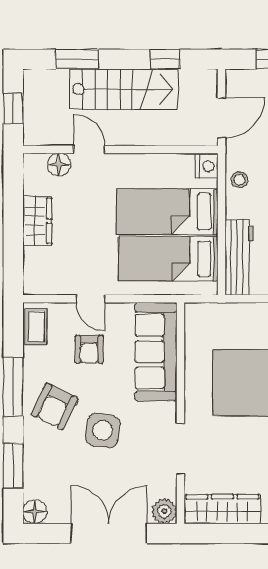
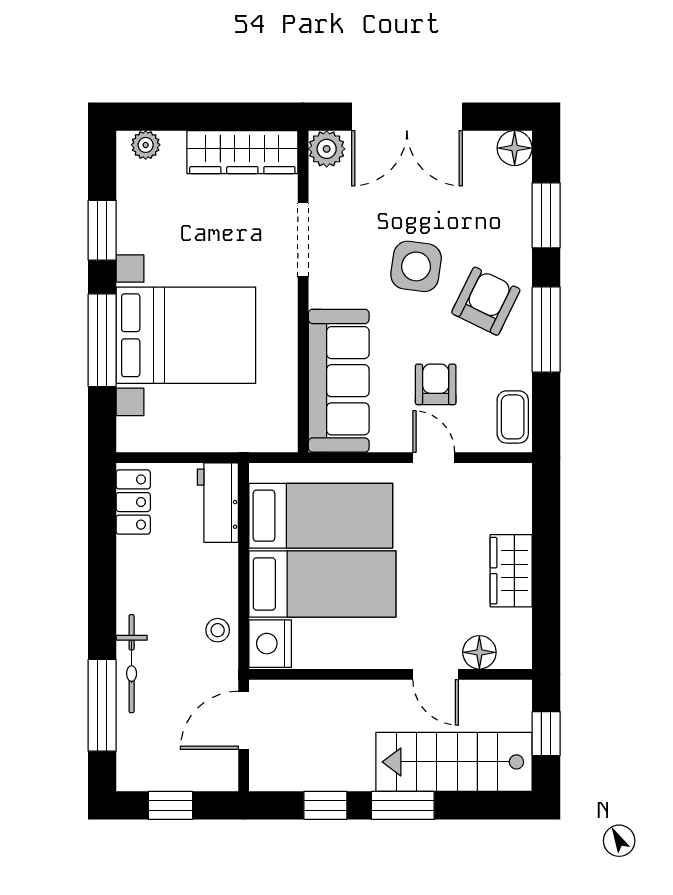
window: (77, 59) -> (403, 805), moved
stairs: (123, 89) -> (454, 762), moved
nightstand: (207, 166) -> (270, 644), width x1.36, depth x1.33
workbench: (239, 257) -> (218, 503), width x0.73

